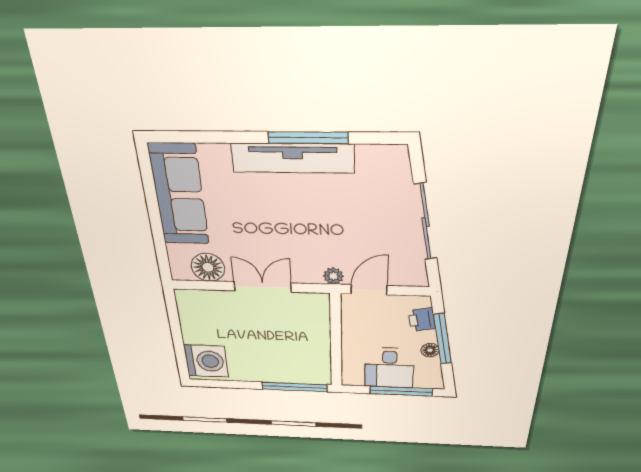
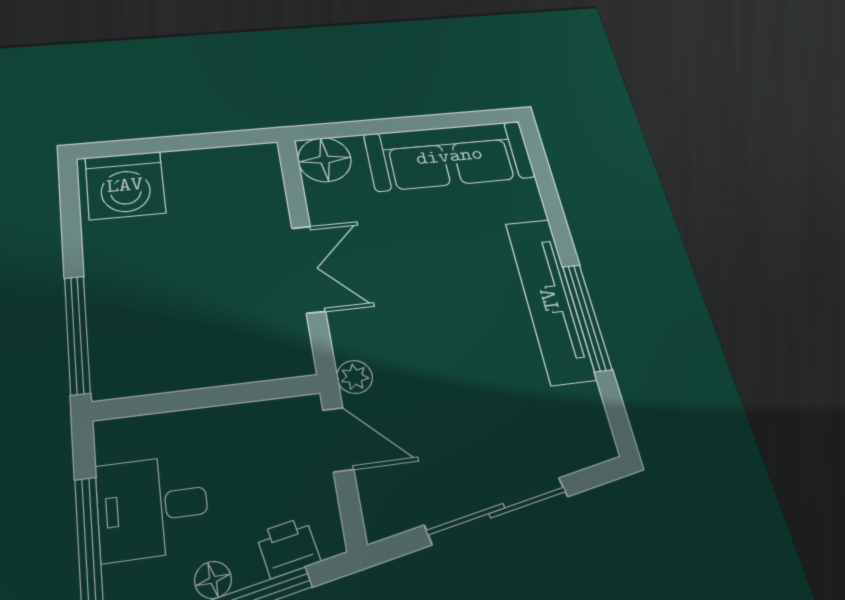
floor lamp: (208, 267) -> (325, 160), moved

